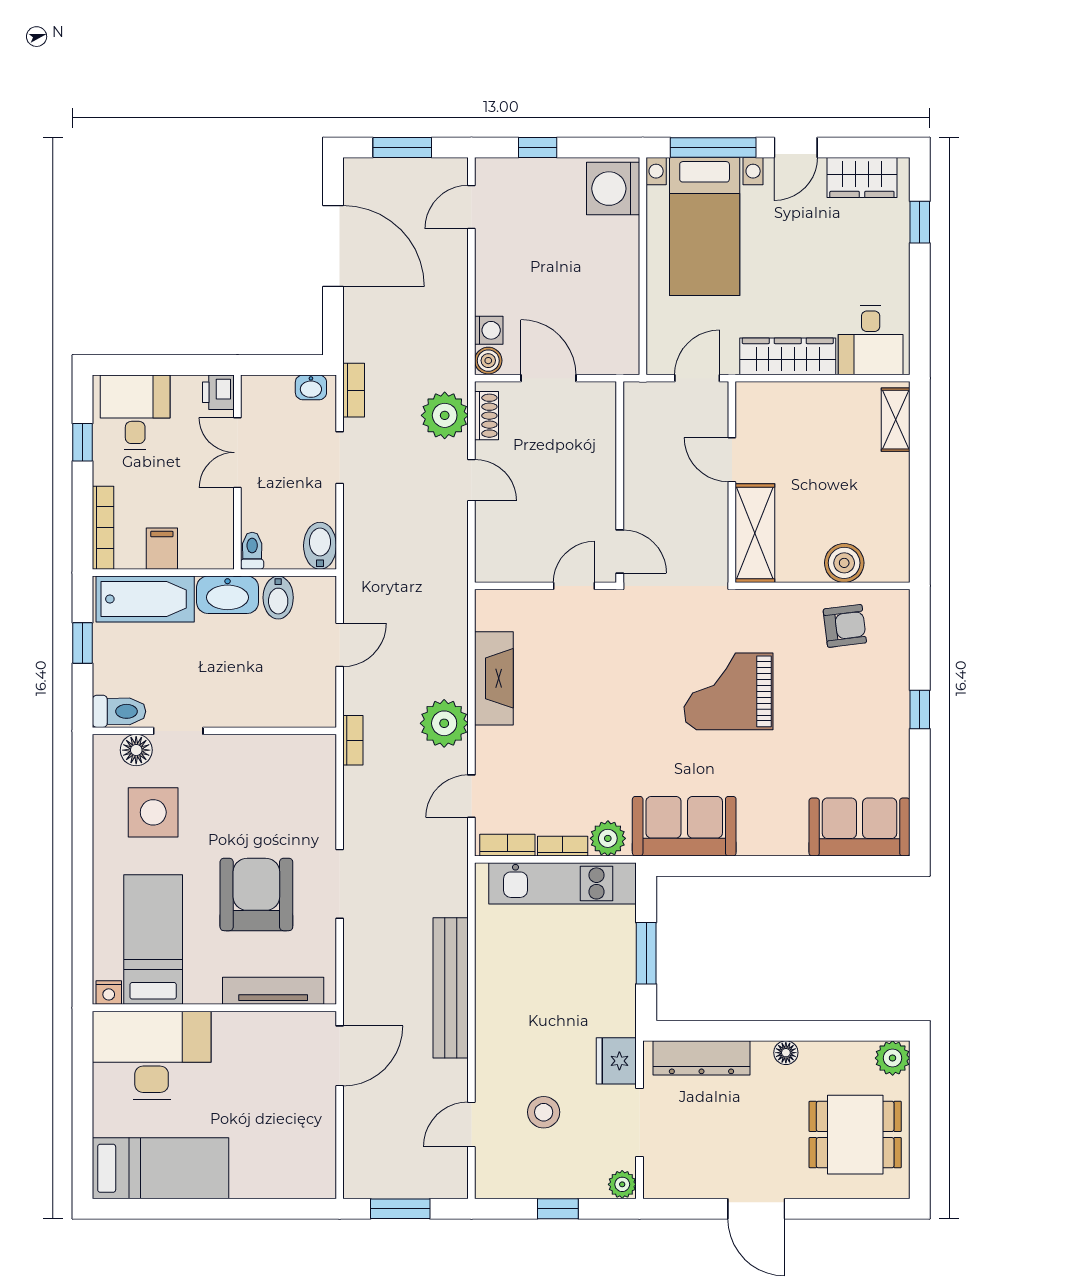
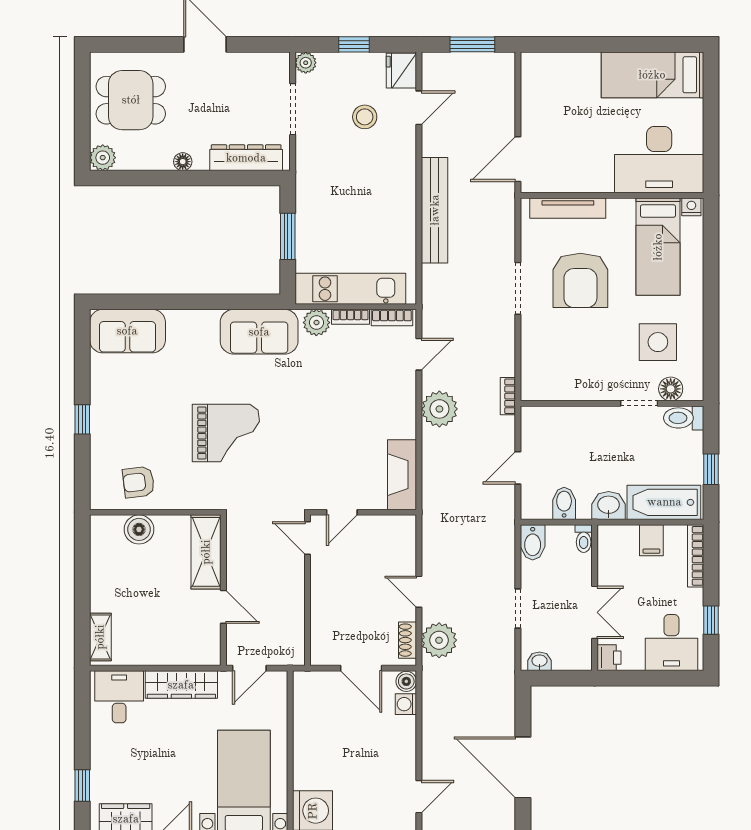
bookcase: (354, 390) -> (507, 659), removed
washbasin: (228, 595) -> (609, 506), width x0.72
fireplace: (494, 678) -> (402, 475), moved
fridge: (616, 1061) -> (401, 71), moved, turned 180

